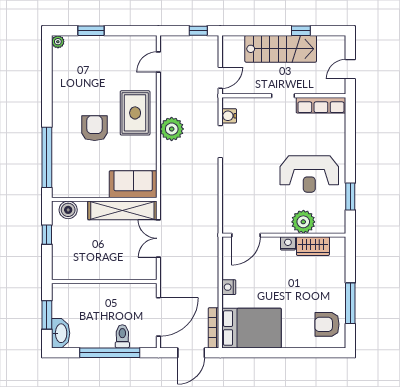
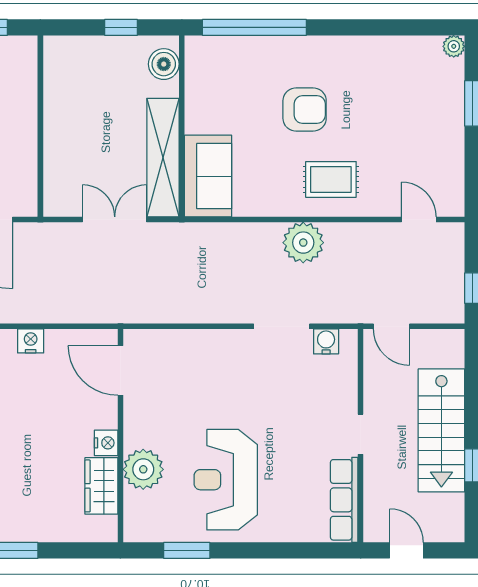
rug: (135, 113) -> (331, 179), width x0.73, depth x0.70

